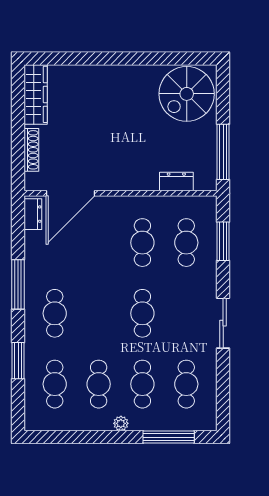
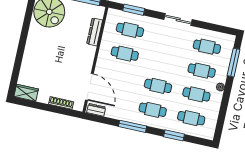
wardrobe: (36, 94) -> (26, 93), width x0.67
dresser: (176, 181) -> (95, 32), width x1.44
cafe table: (142, 313) -> (158, 86), moved

